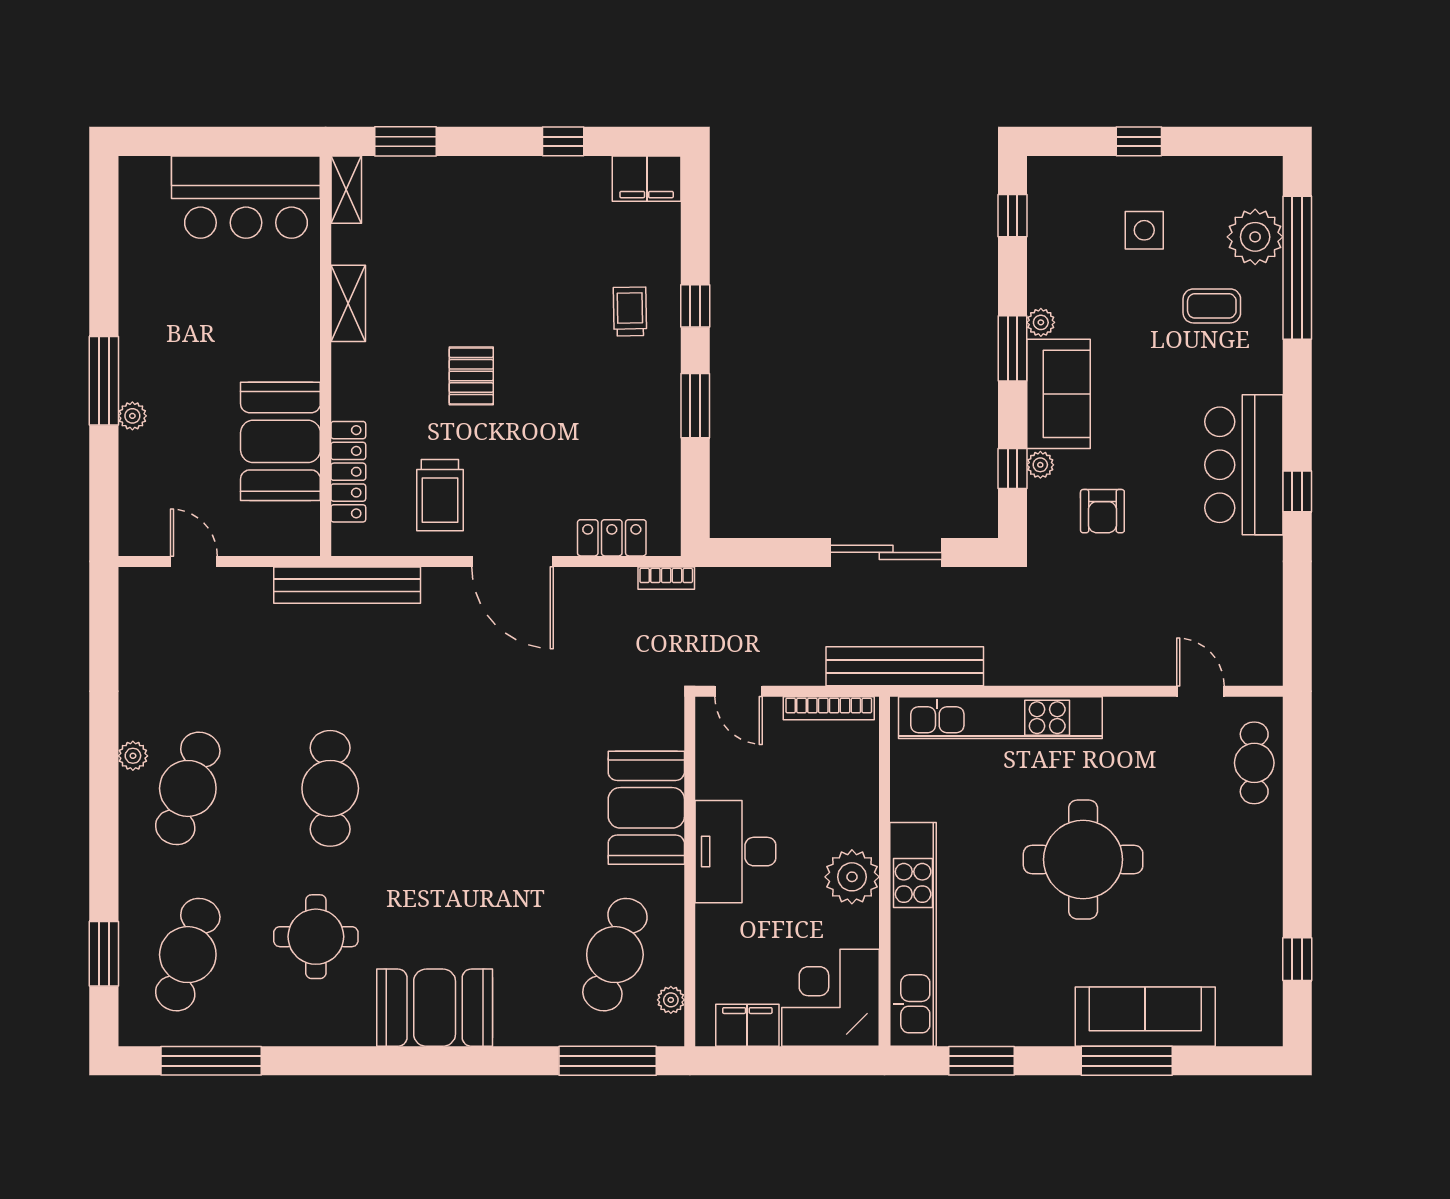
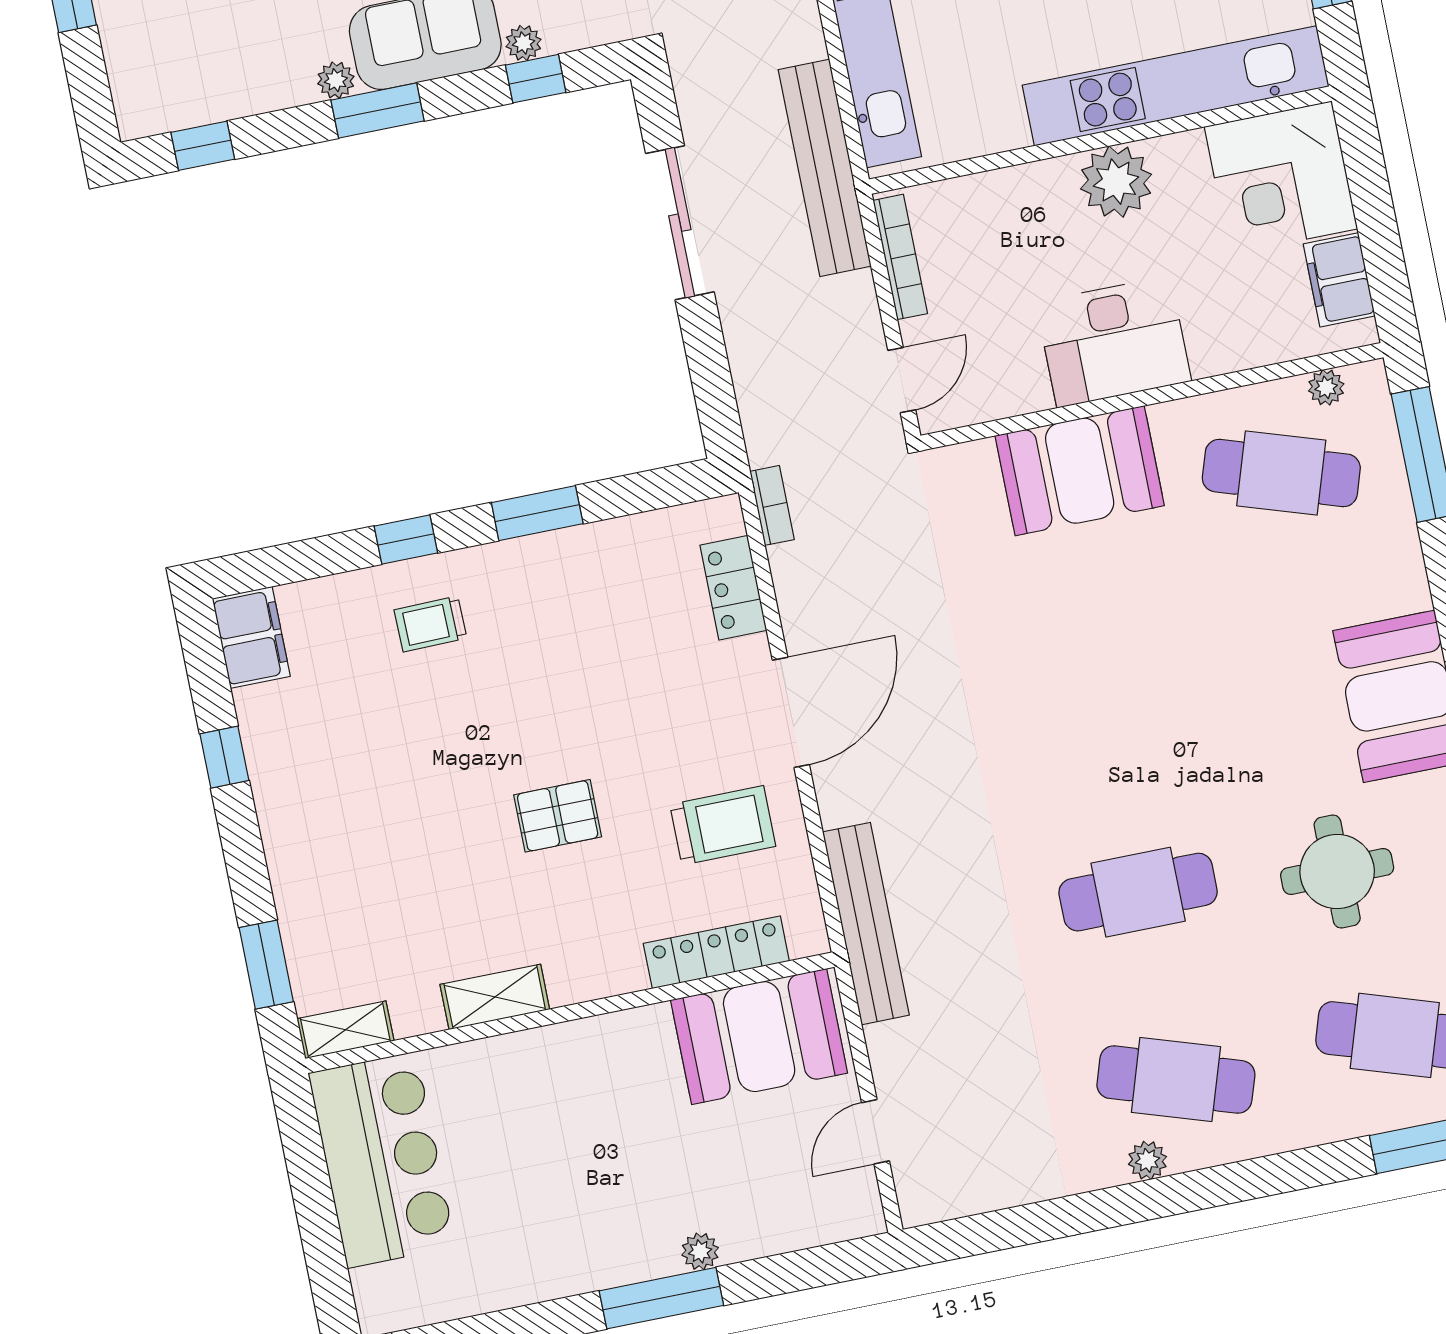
booth: (280, 441) -> (759, 1037), moved

